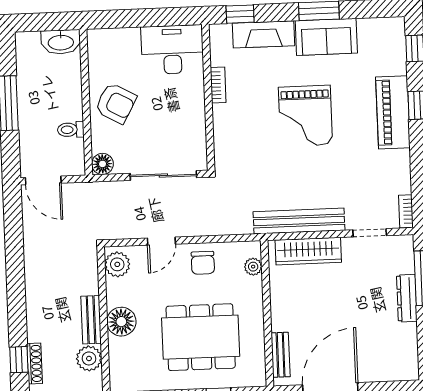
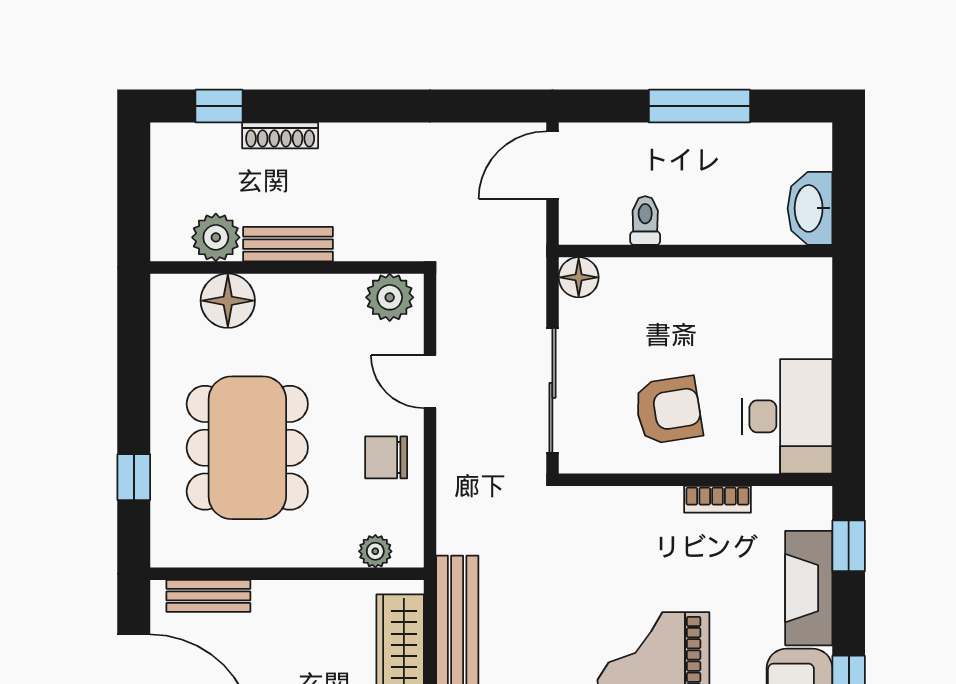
armchair: (116, 103) -> (668, 410), moved, turned -128
floor lamp: (121, 322) -> (228, 301), moved
shoe rack: (35, 364) -> (280, 135), moved

